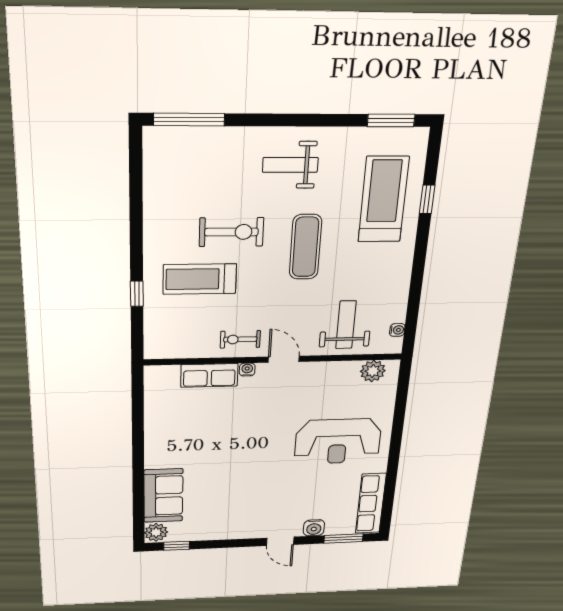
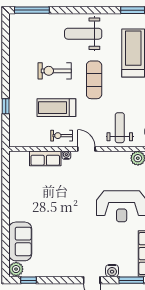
weight bench: (290, 165) -> (83, 34), width x1.36, depth x1.33
exercise bike: (231, 232) -> (55, 71), turned 180
treadmill: (200, 279) -> (56, 108), moved

